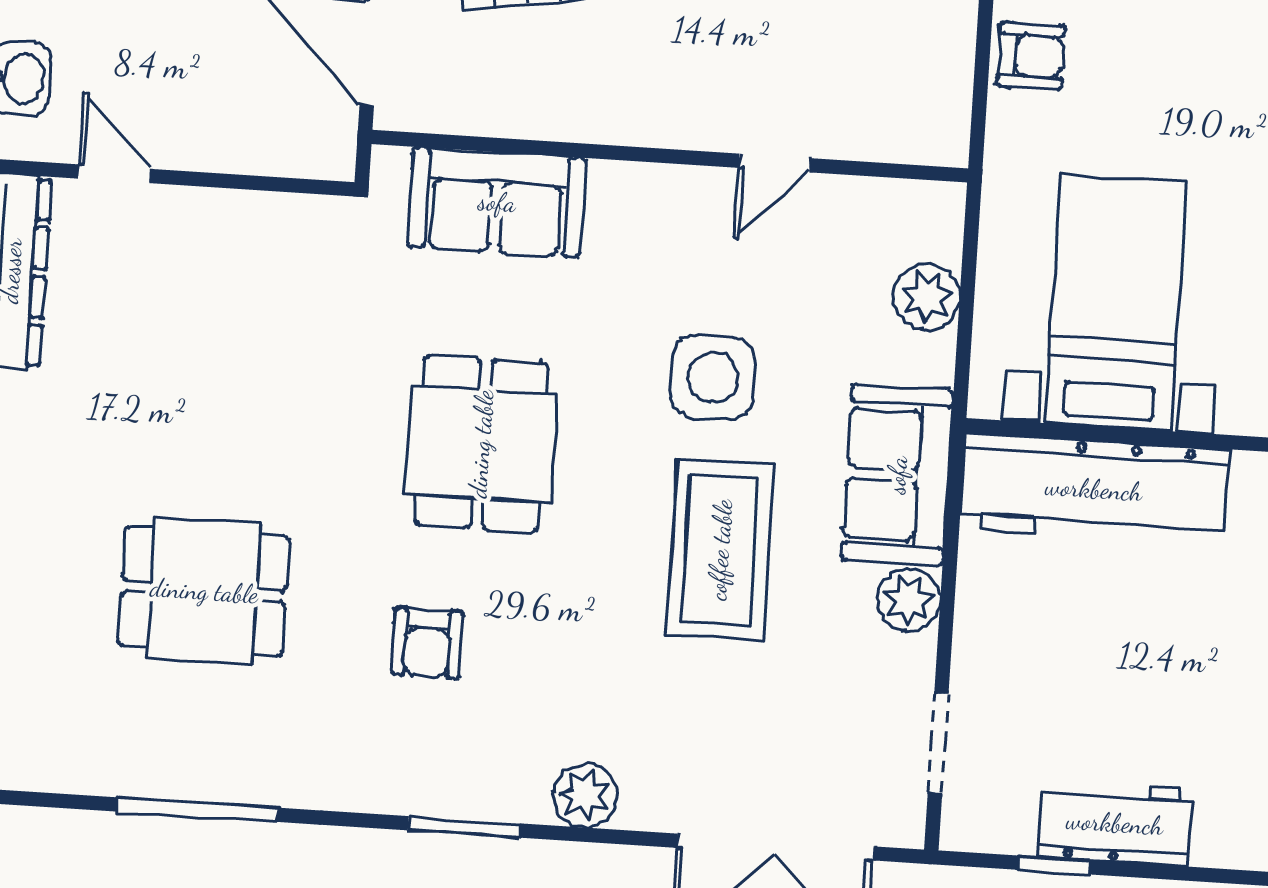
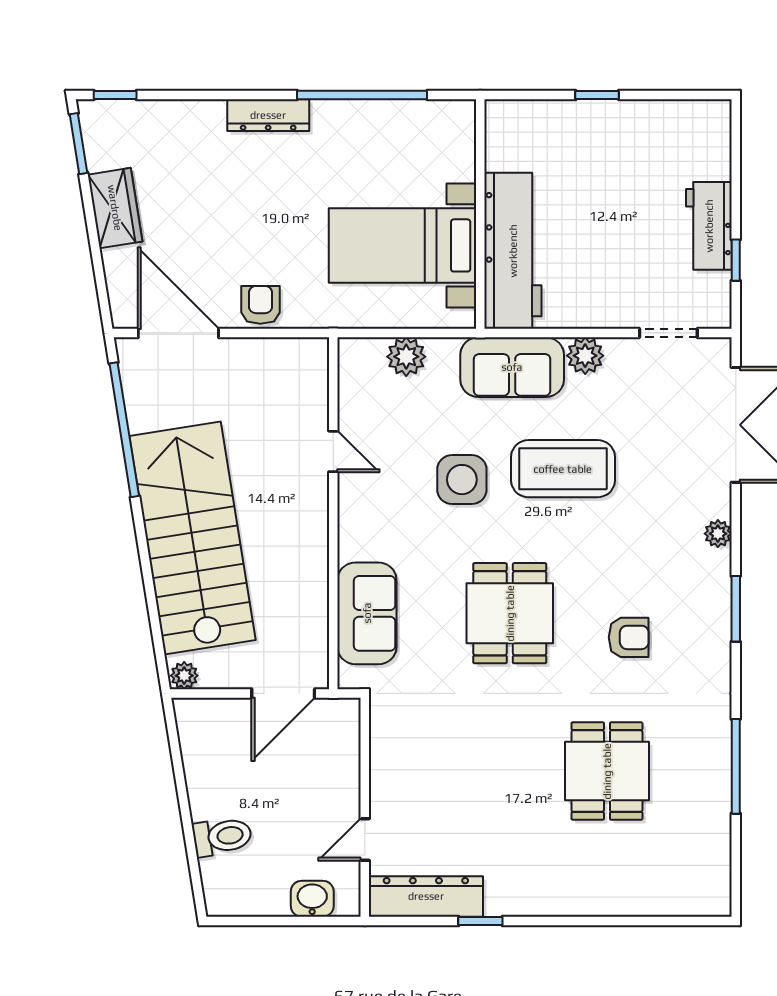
dining table: (481, 444) -> (510, 613), turned 90
plant: (585, 796) -> (718, 534), width x0.73, depth x0.73

